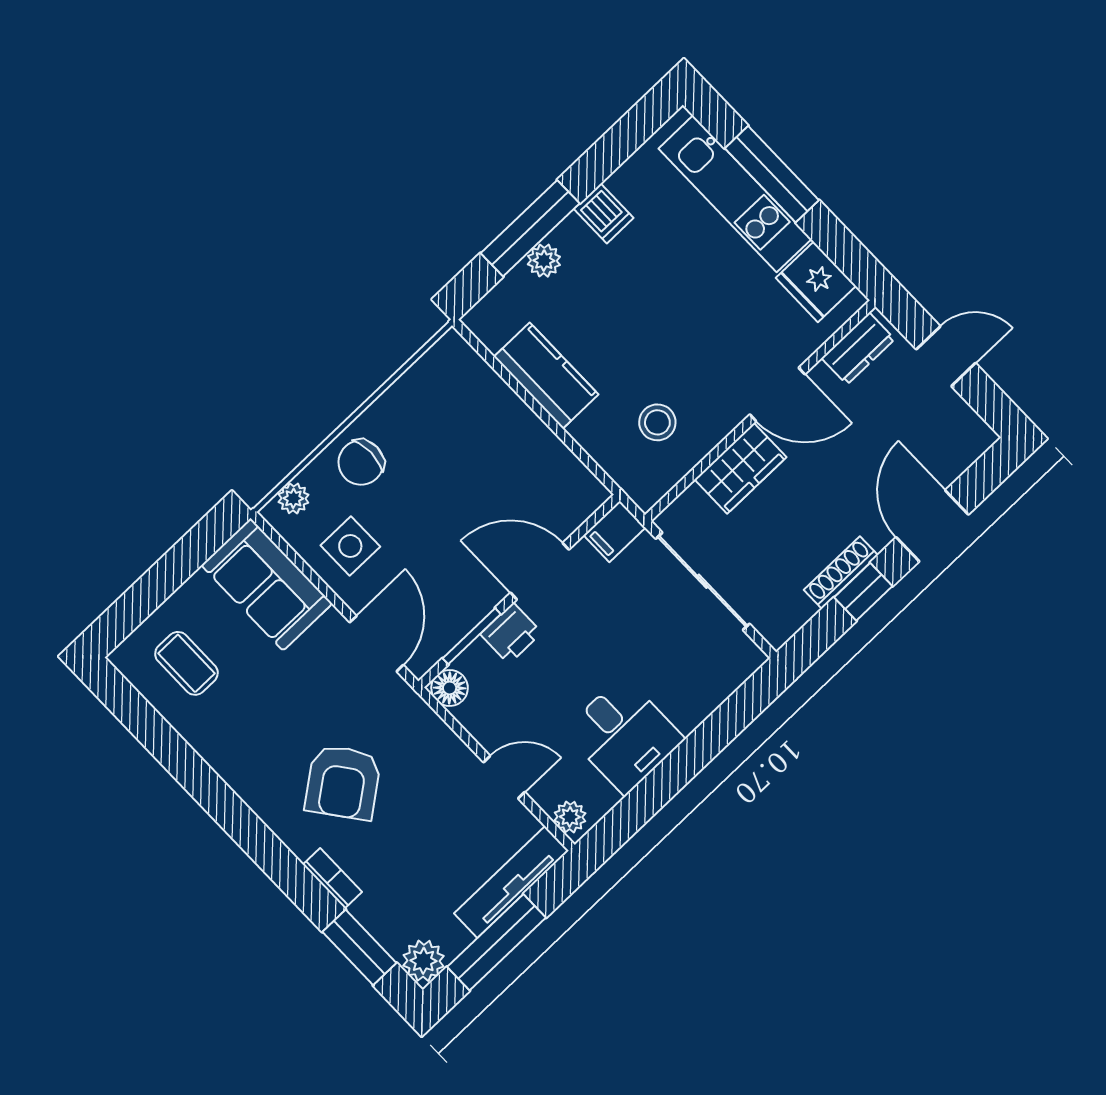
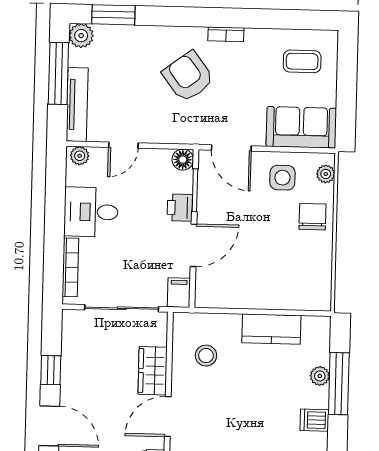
shoe rack: (841, 572) -> (68, 369), removed
bookcase: (716, 693) -> (70, 267), added
bookcase: (332, 878) -> (226, 34), moved

